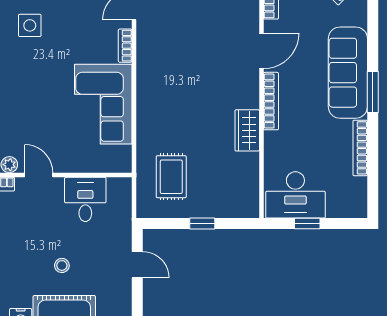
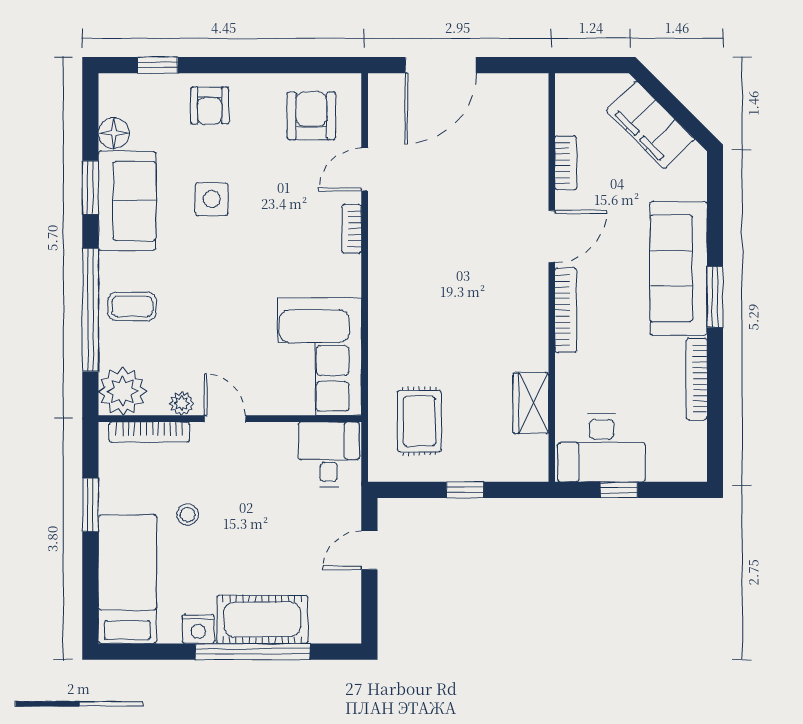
corner sofa: (103, 104) -> (320, 357), moved
wardrobe: (247, 130) -> (531, 403), moved
desk: (85, 199) -> (329, 454), moved
stool: (62, 265) -> (188, 515), moved
door: (137, 265) -> (369, 550), swing flipped

